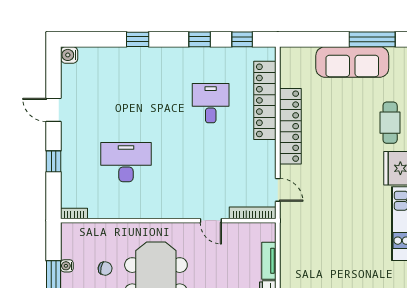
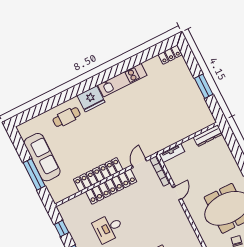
window: (372, 39) -> (34, 174), moved
locker: (265, 100) -> (111, 187), moved
tv unit: (269, 261) -> (172, 153), moved

